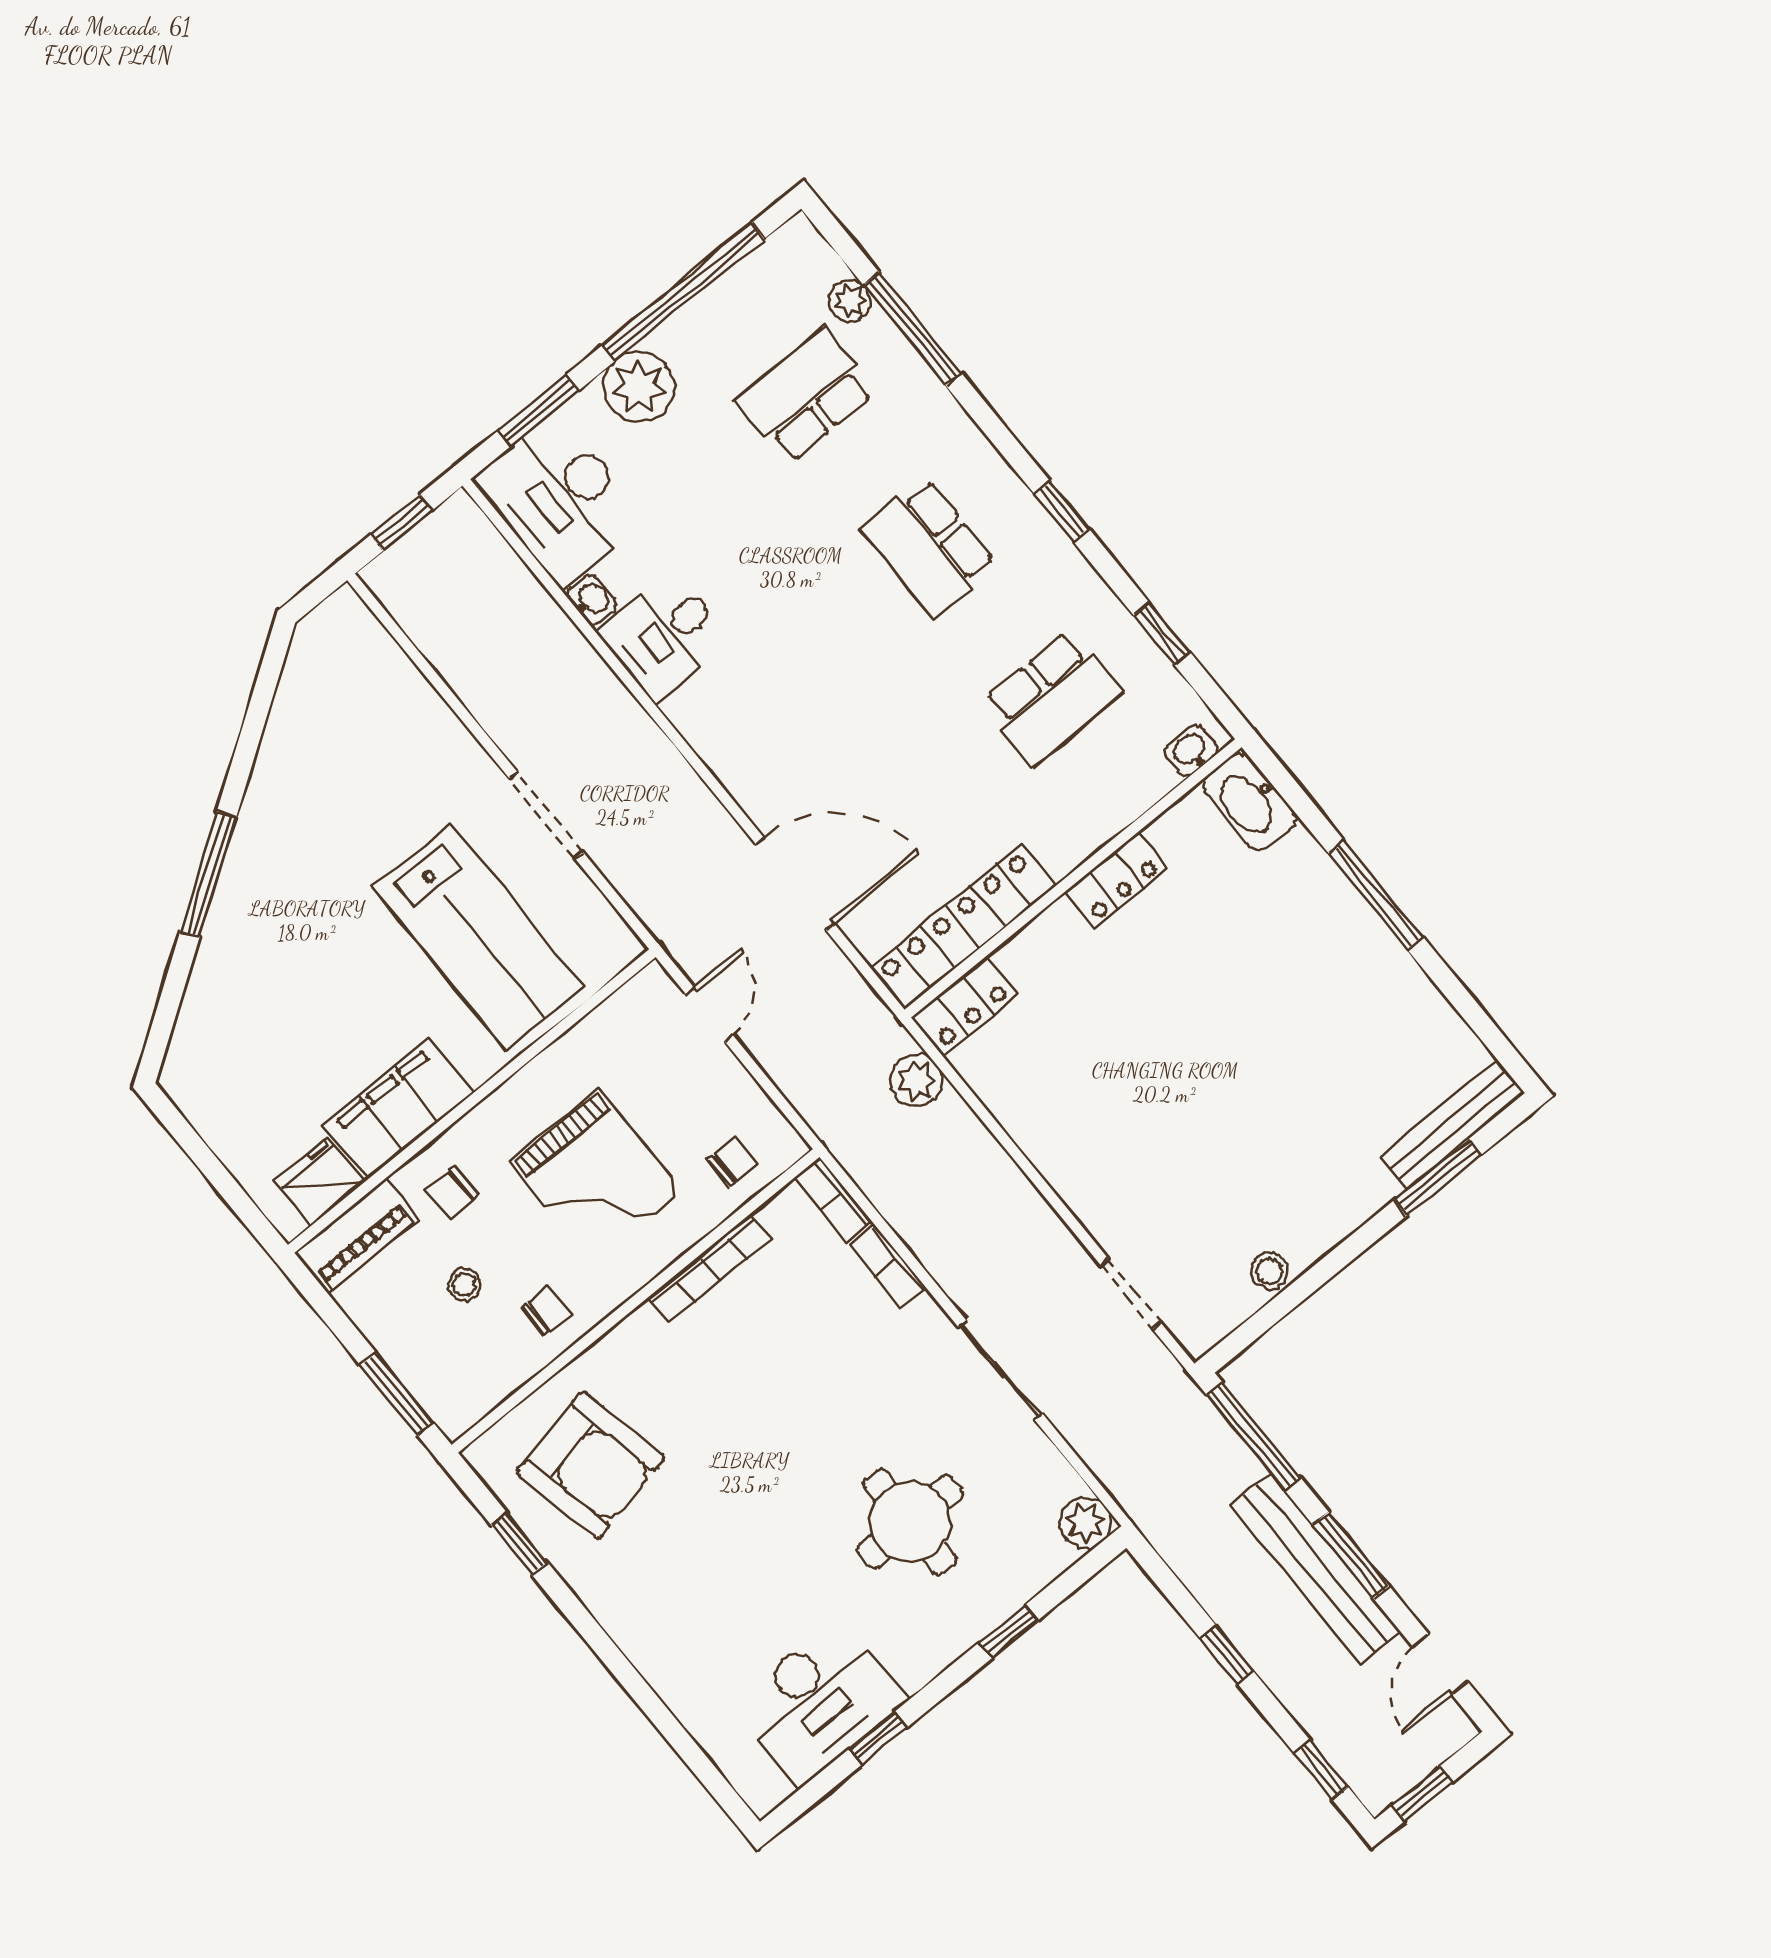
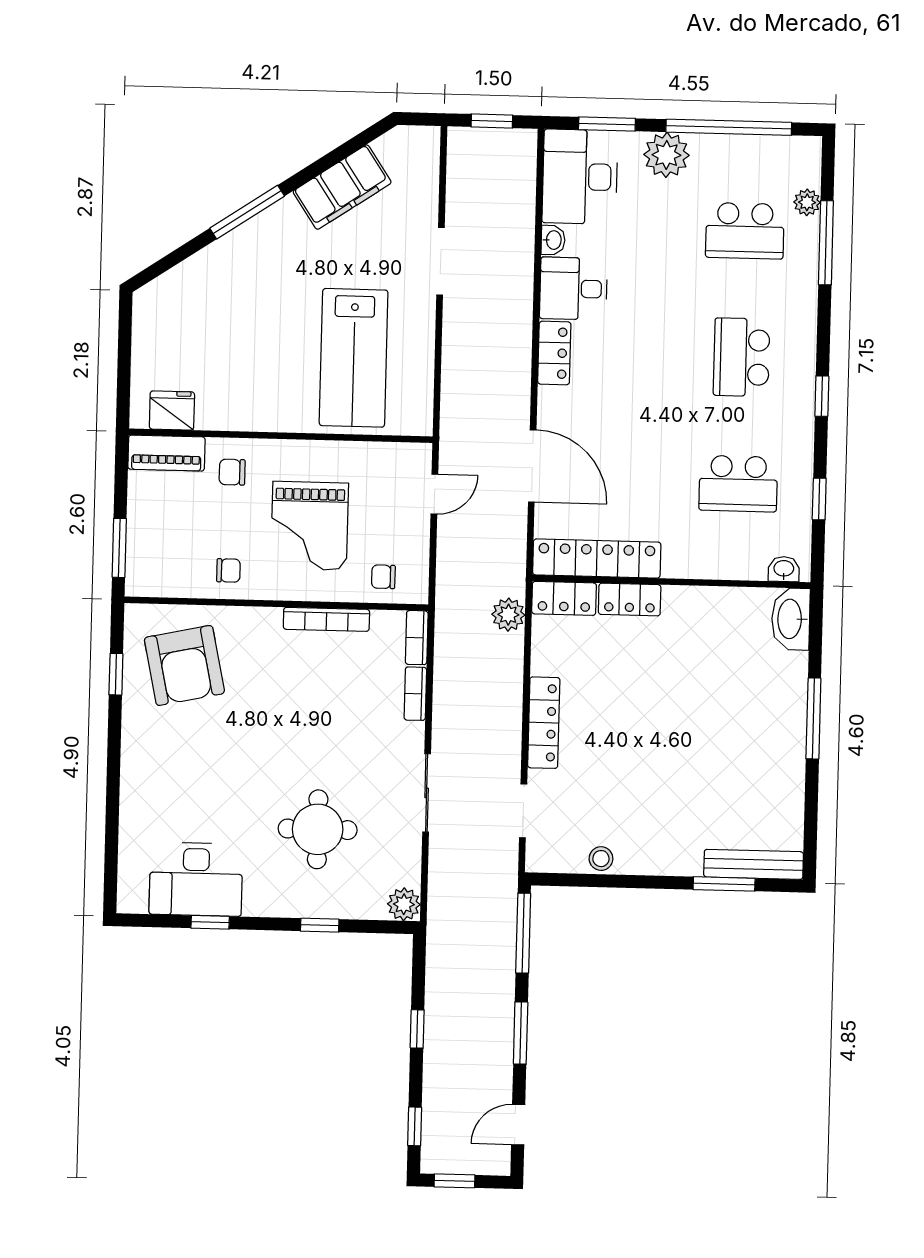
school desk: (806, 396) -> (745, 231), turned 180
locker: (707, 730) -> (554, 353), added
doorway: (546, 815) -> (441, 261), moved
locker: (1117, 880) -> (630, 600), moved
filing cabinet: (398, 1109) -> (342, 187), moved, turned 146
chair: (733, 1162) -> (383, 577), turned 180
locker: (1066, 1171) -> (544, 723), added
stool: (465, 1285) -> (199, 523), removed
bench: (1316, 1569) -> (498, 1025), removed

